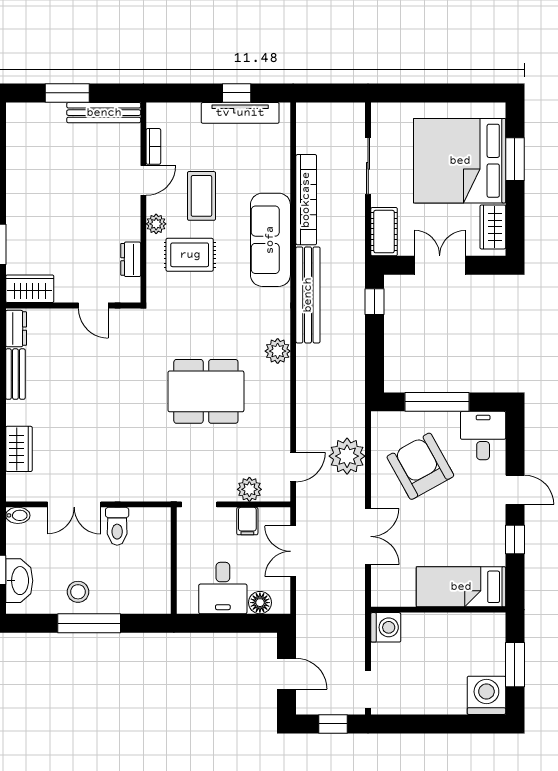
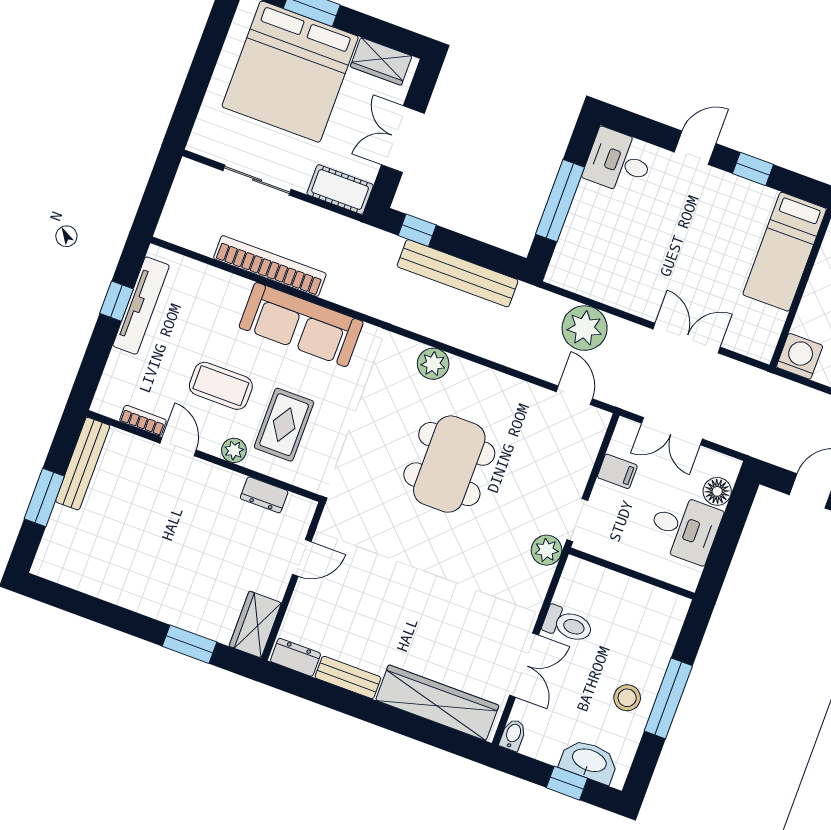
bench: (308, 295) -> (458, 273), moved
wardrobe: (19, 449) -> (437, 703), width x2.10, depth x1.17
armchair: (420, 466) -> (628, 247), removed
plant: (249, 489) -> (547, 550), moved

